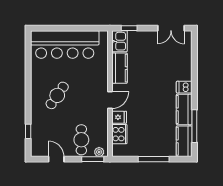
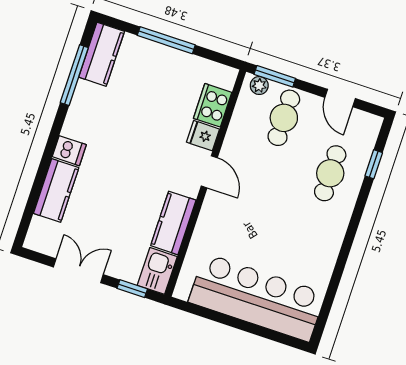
double door: (171, 28) -> (78, 271), moved
cafe table: (57, 95) -> (330, 173), moved, turned -35
door: (110, 100) -> (209, 172), swing flipped
kitchen counter: (184, 109) -> (56, 190), moved

